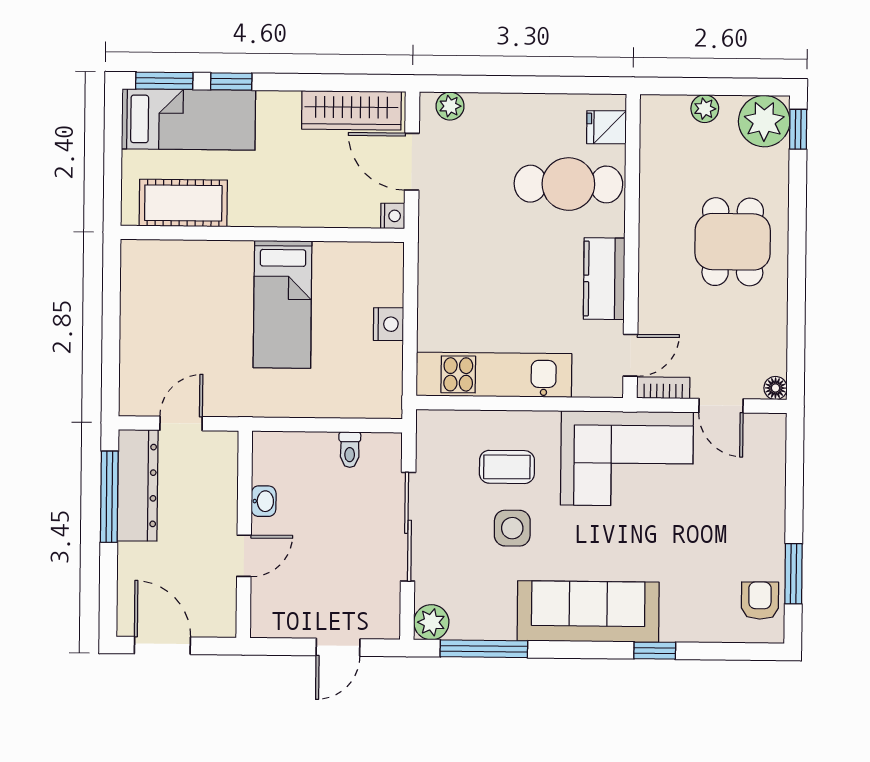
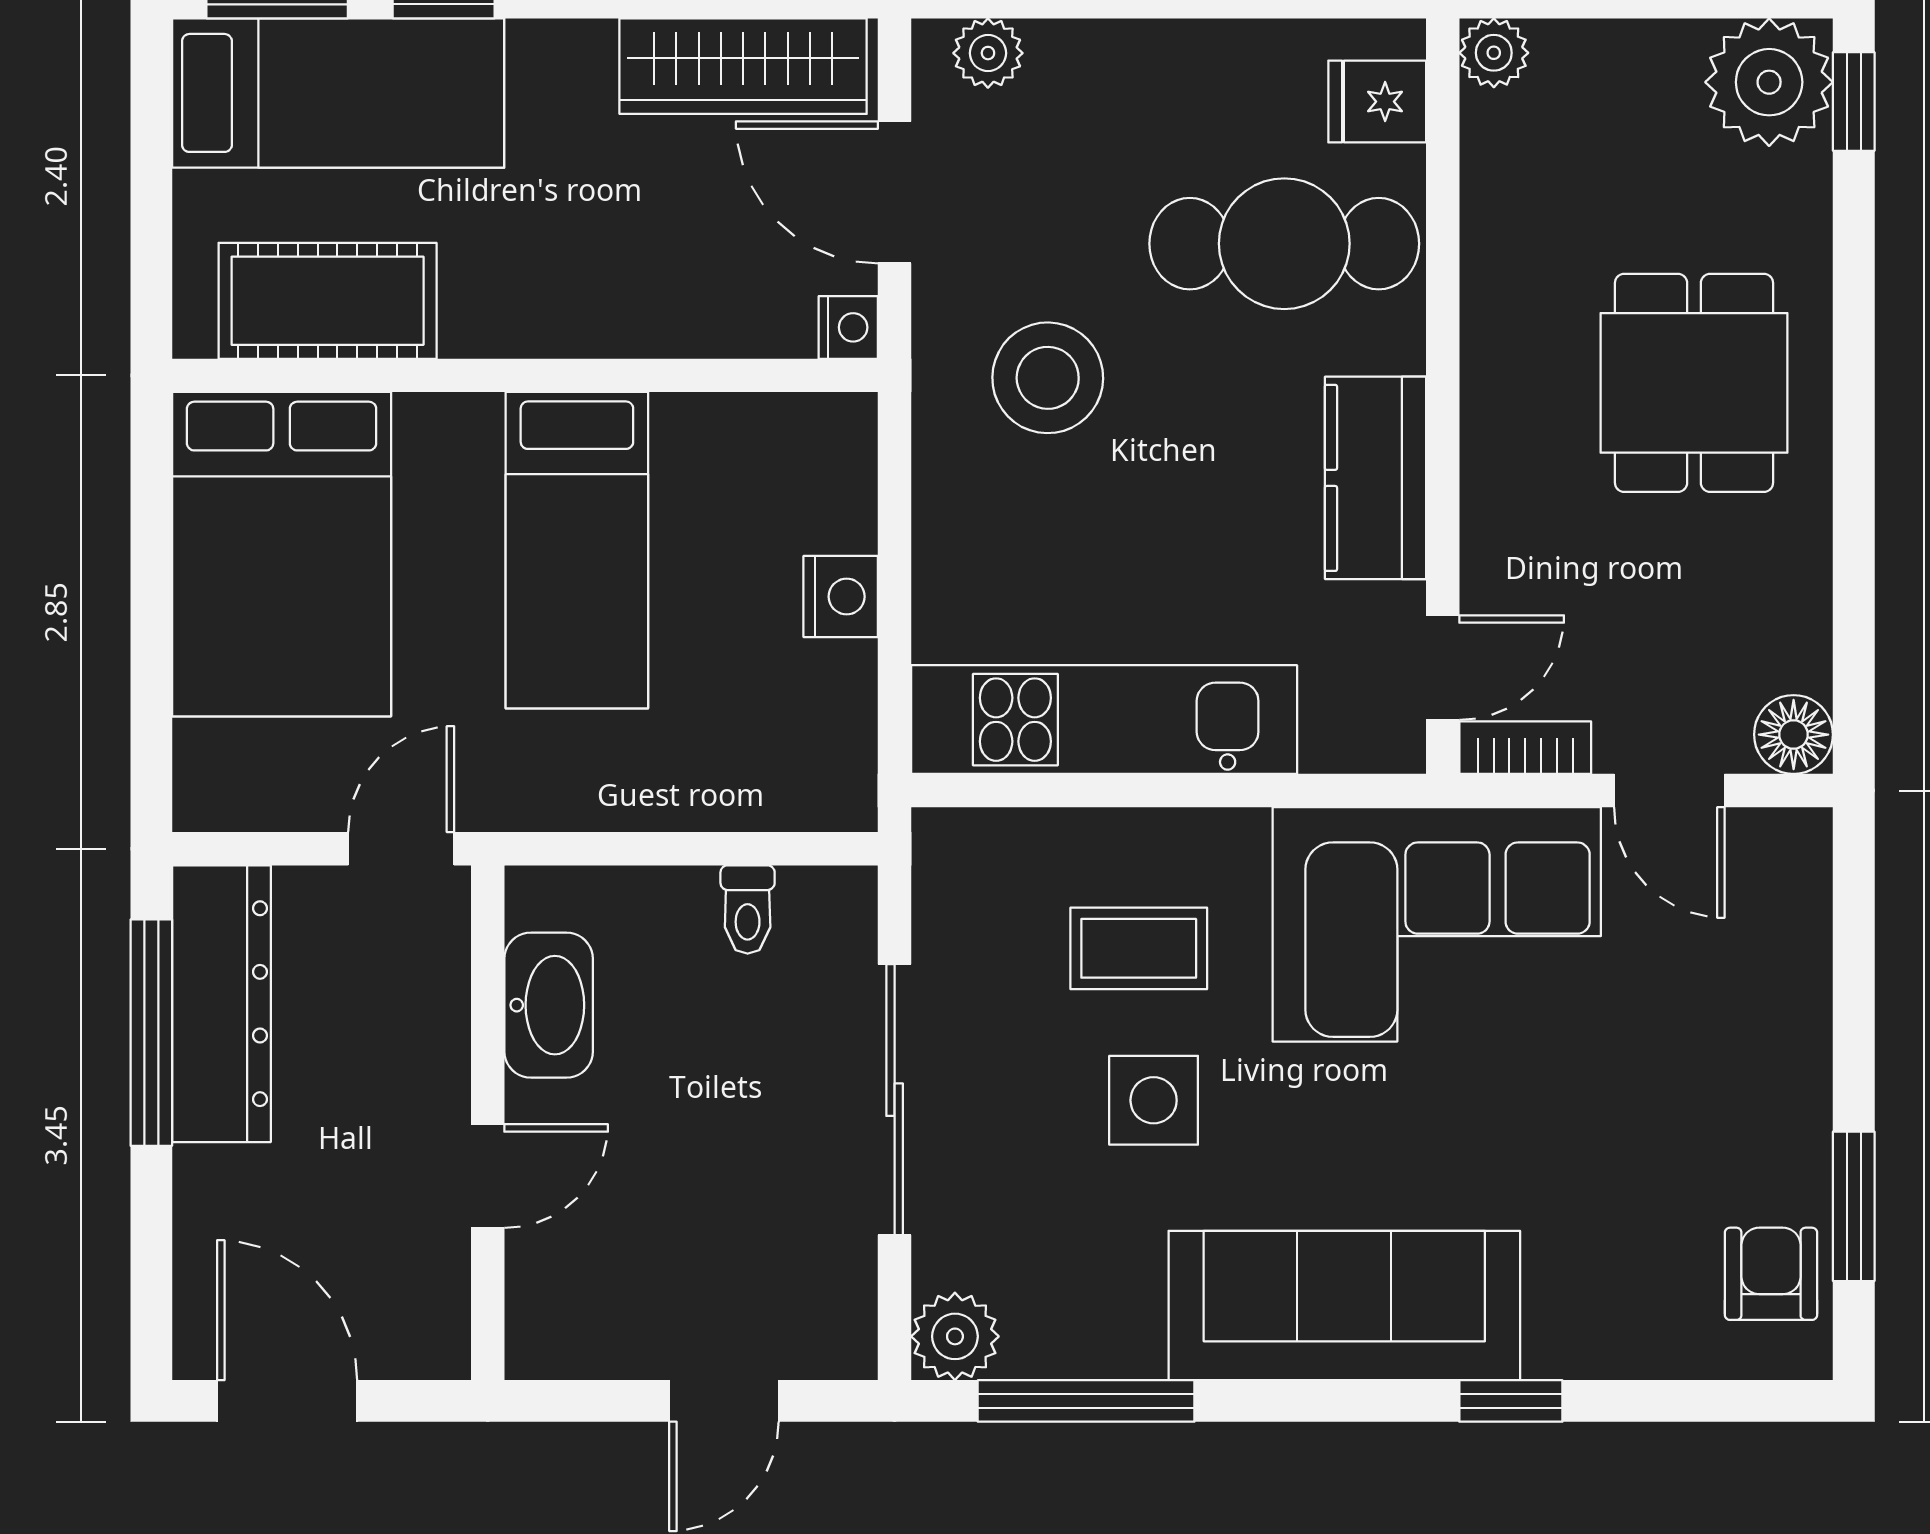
plant: (705, 109) -> (1494, 53), moved
stool: (473, 237) -> (1048, 378), added
bed: (164, 305) -> (282, 554), added
floor lamp: (775, 388) -> (1794, 735), width x1.37, depth x1.37
door: (181, 423) -> (401, 849), moved
washbasin: (264, 501) -> (549, 1005), width x1.91, depth x1.45

